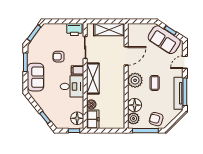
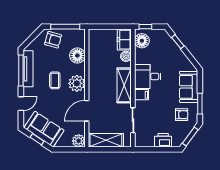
printer: (74, 30) -> (163, 140), moved
armchair: (59, 57) -> (182, 115), moved
plant: (133, 118) -> (79, 141), moved

